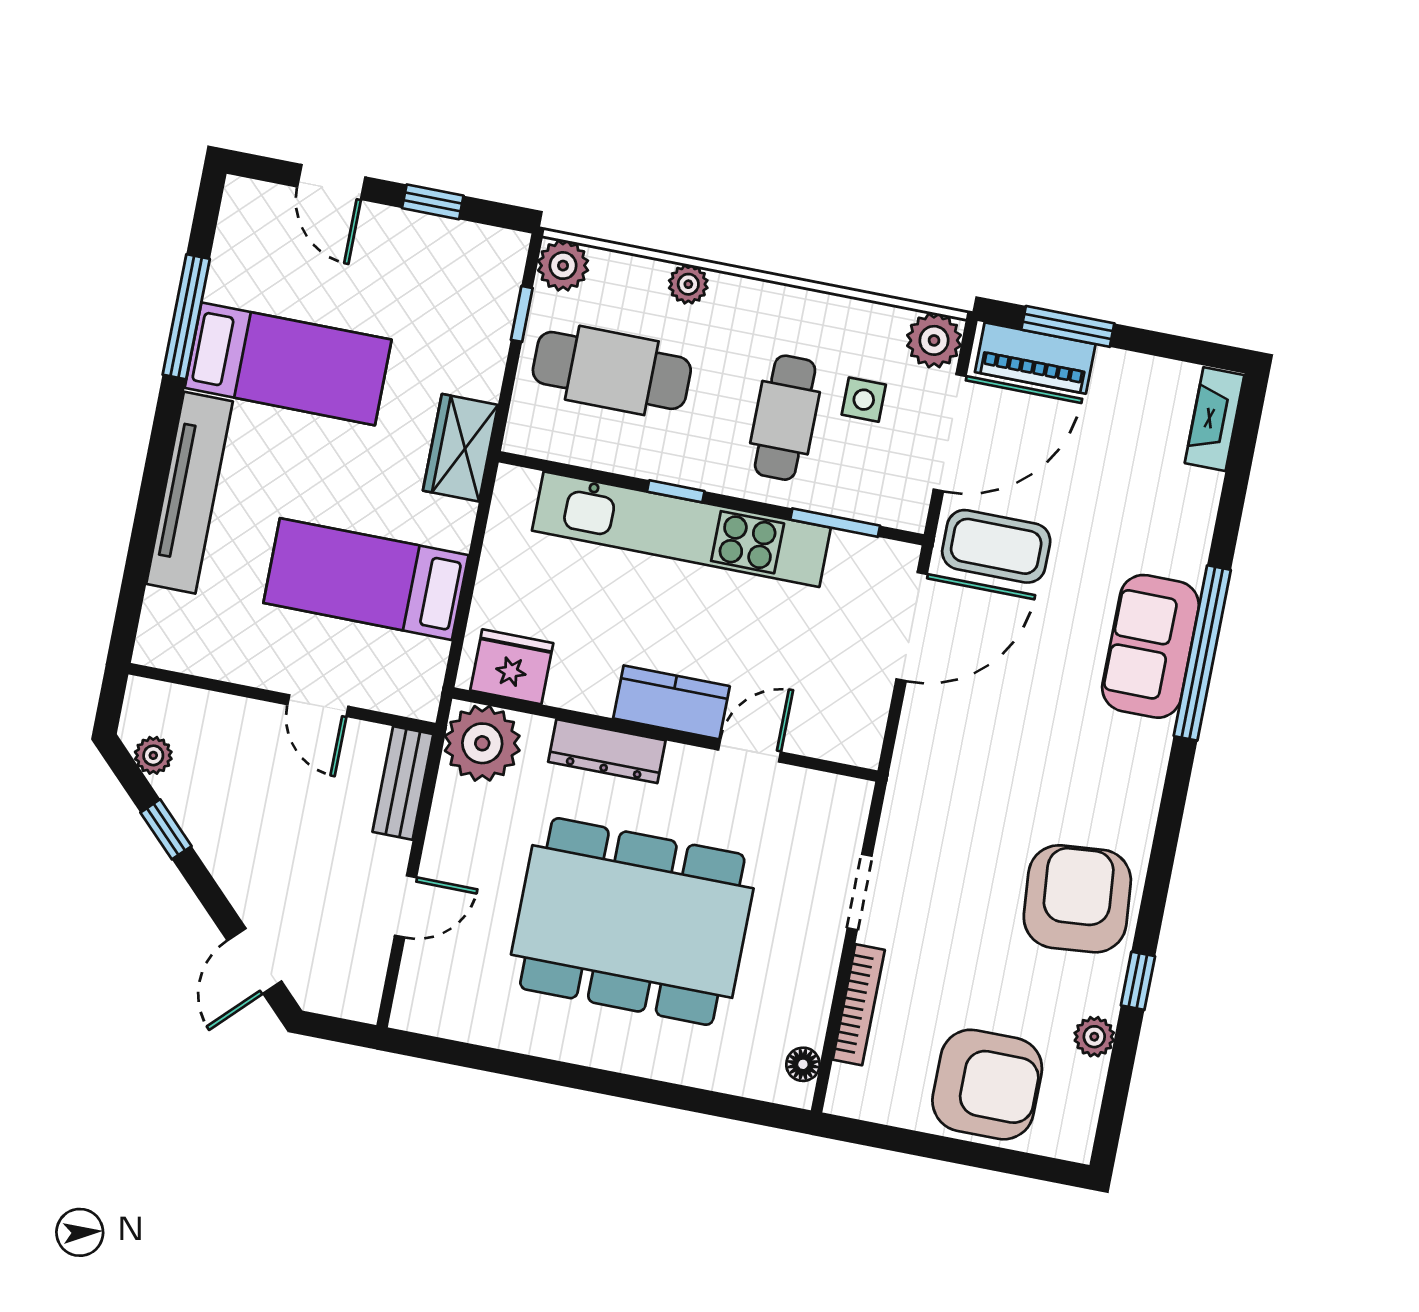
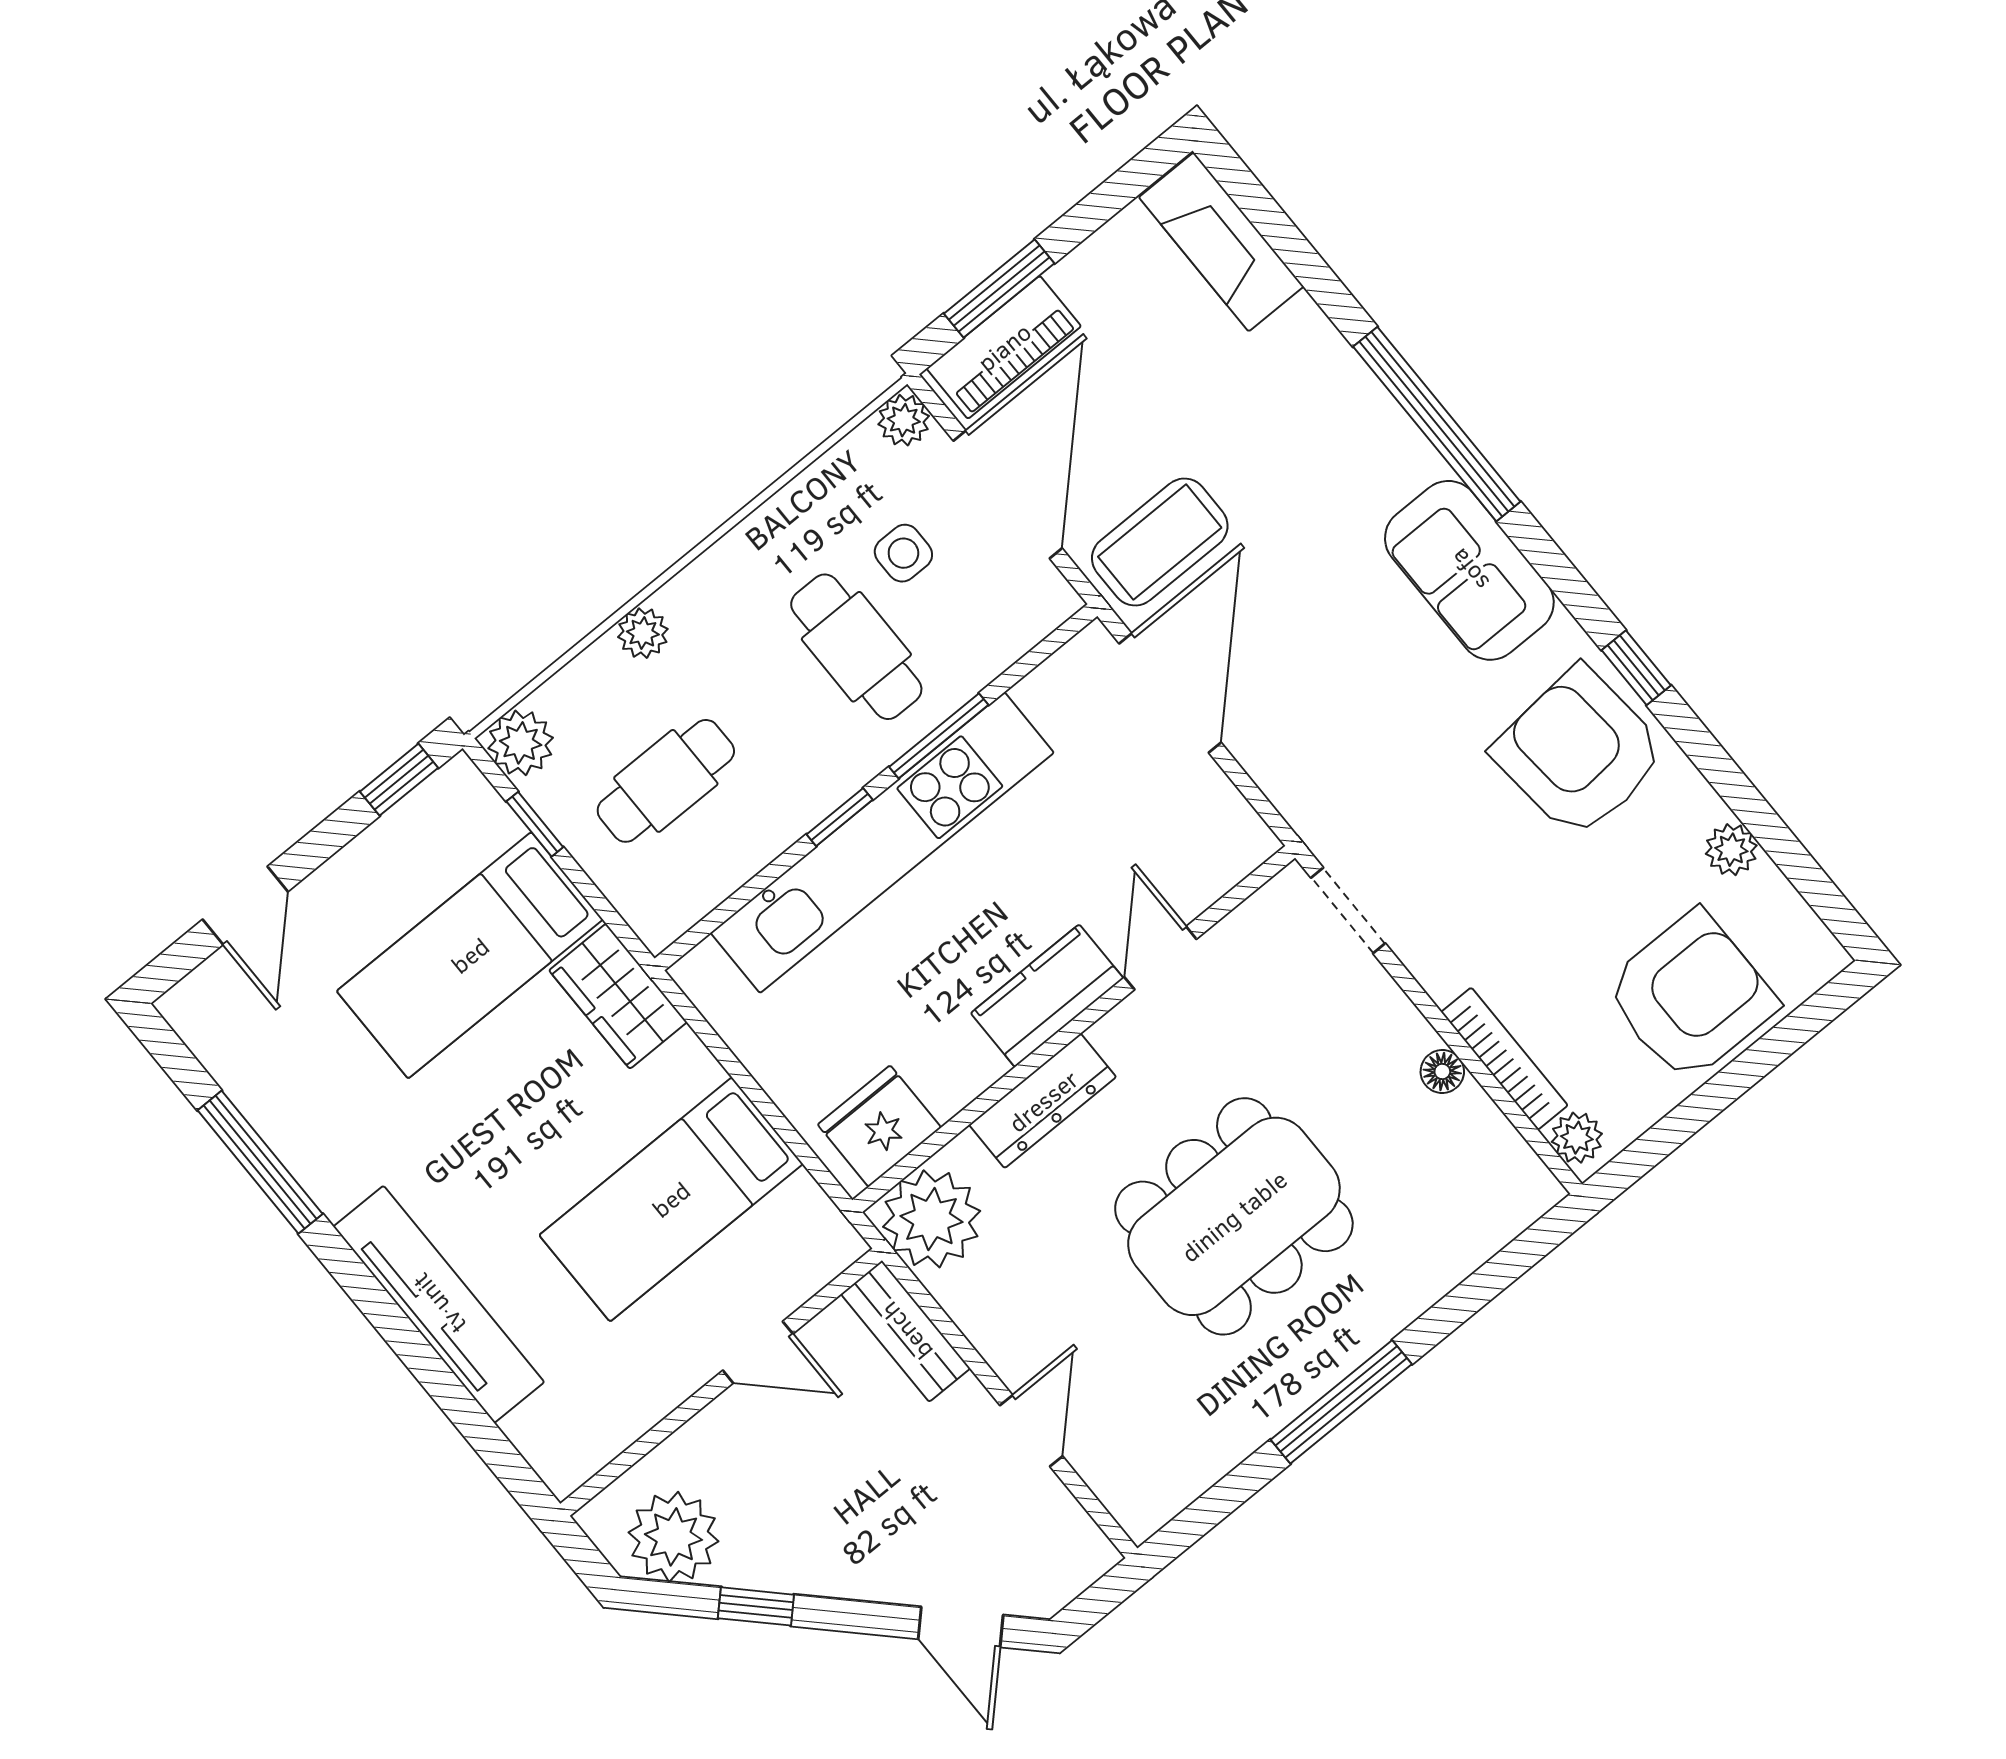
door: (331, 182) -> (245, 906), hinge flipped
window: (433, 202) -> (399, 780), moved
plant: (934, 340) -> (904, 420), width x0.73, depth x0.73
bed: (288, 364) -> (470, 955), moved, turned 180
cafe table: (612, 370) -> (666, 781), width x0.73, depth x0.74
fireplace: (1215, 419) -> (1221, 242), width x1.37, depth x1.32
window: (835, 523) -> (939, 736), moved
sofa: (1151, 646) -> (1469, 570), moved
plant: (153, 755) -> (674, 1537), width x1.88, depth x1.88
doorway: (860, 892) -> (1348, 910), moved
dining table: (632, 922) -> (1234, 1216), width x0.73, depth x0.80
window: (1138, 981) -> (1636, 668), moved
floor lamp: (803, 1064) -> (1442, 1071), moved
window: (575, 1076) -> (1341, 1402), added
plant: (847, 1086) -> (1577, 1138), added

